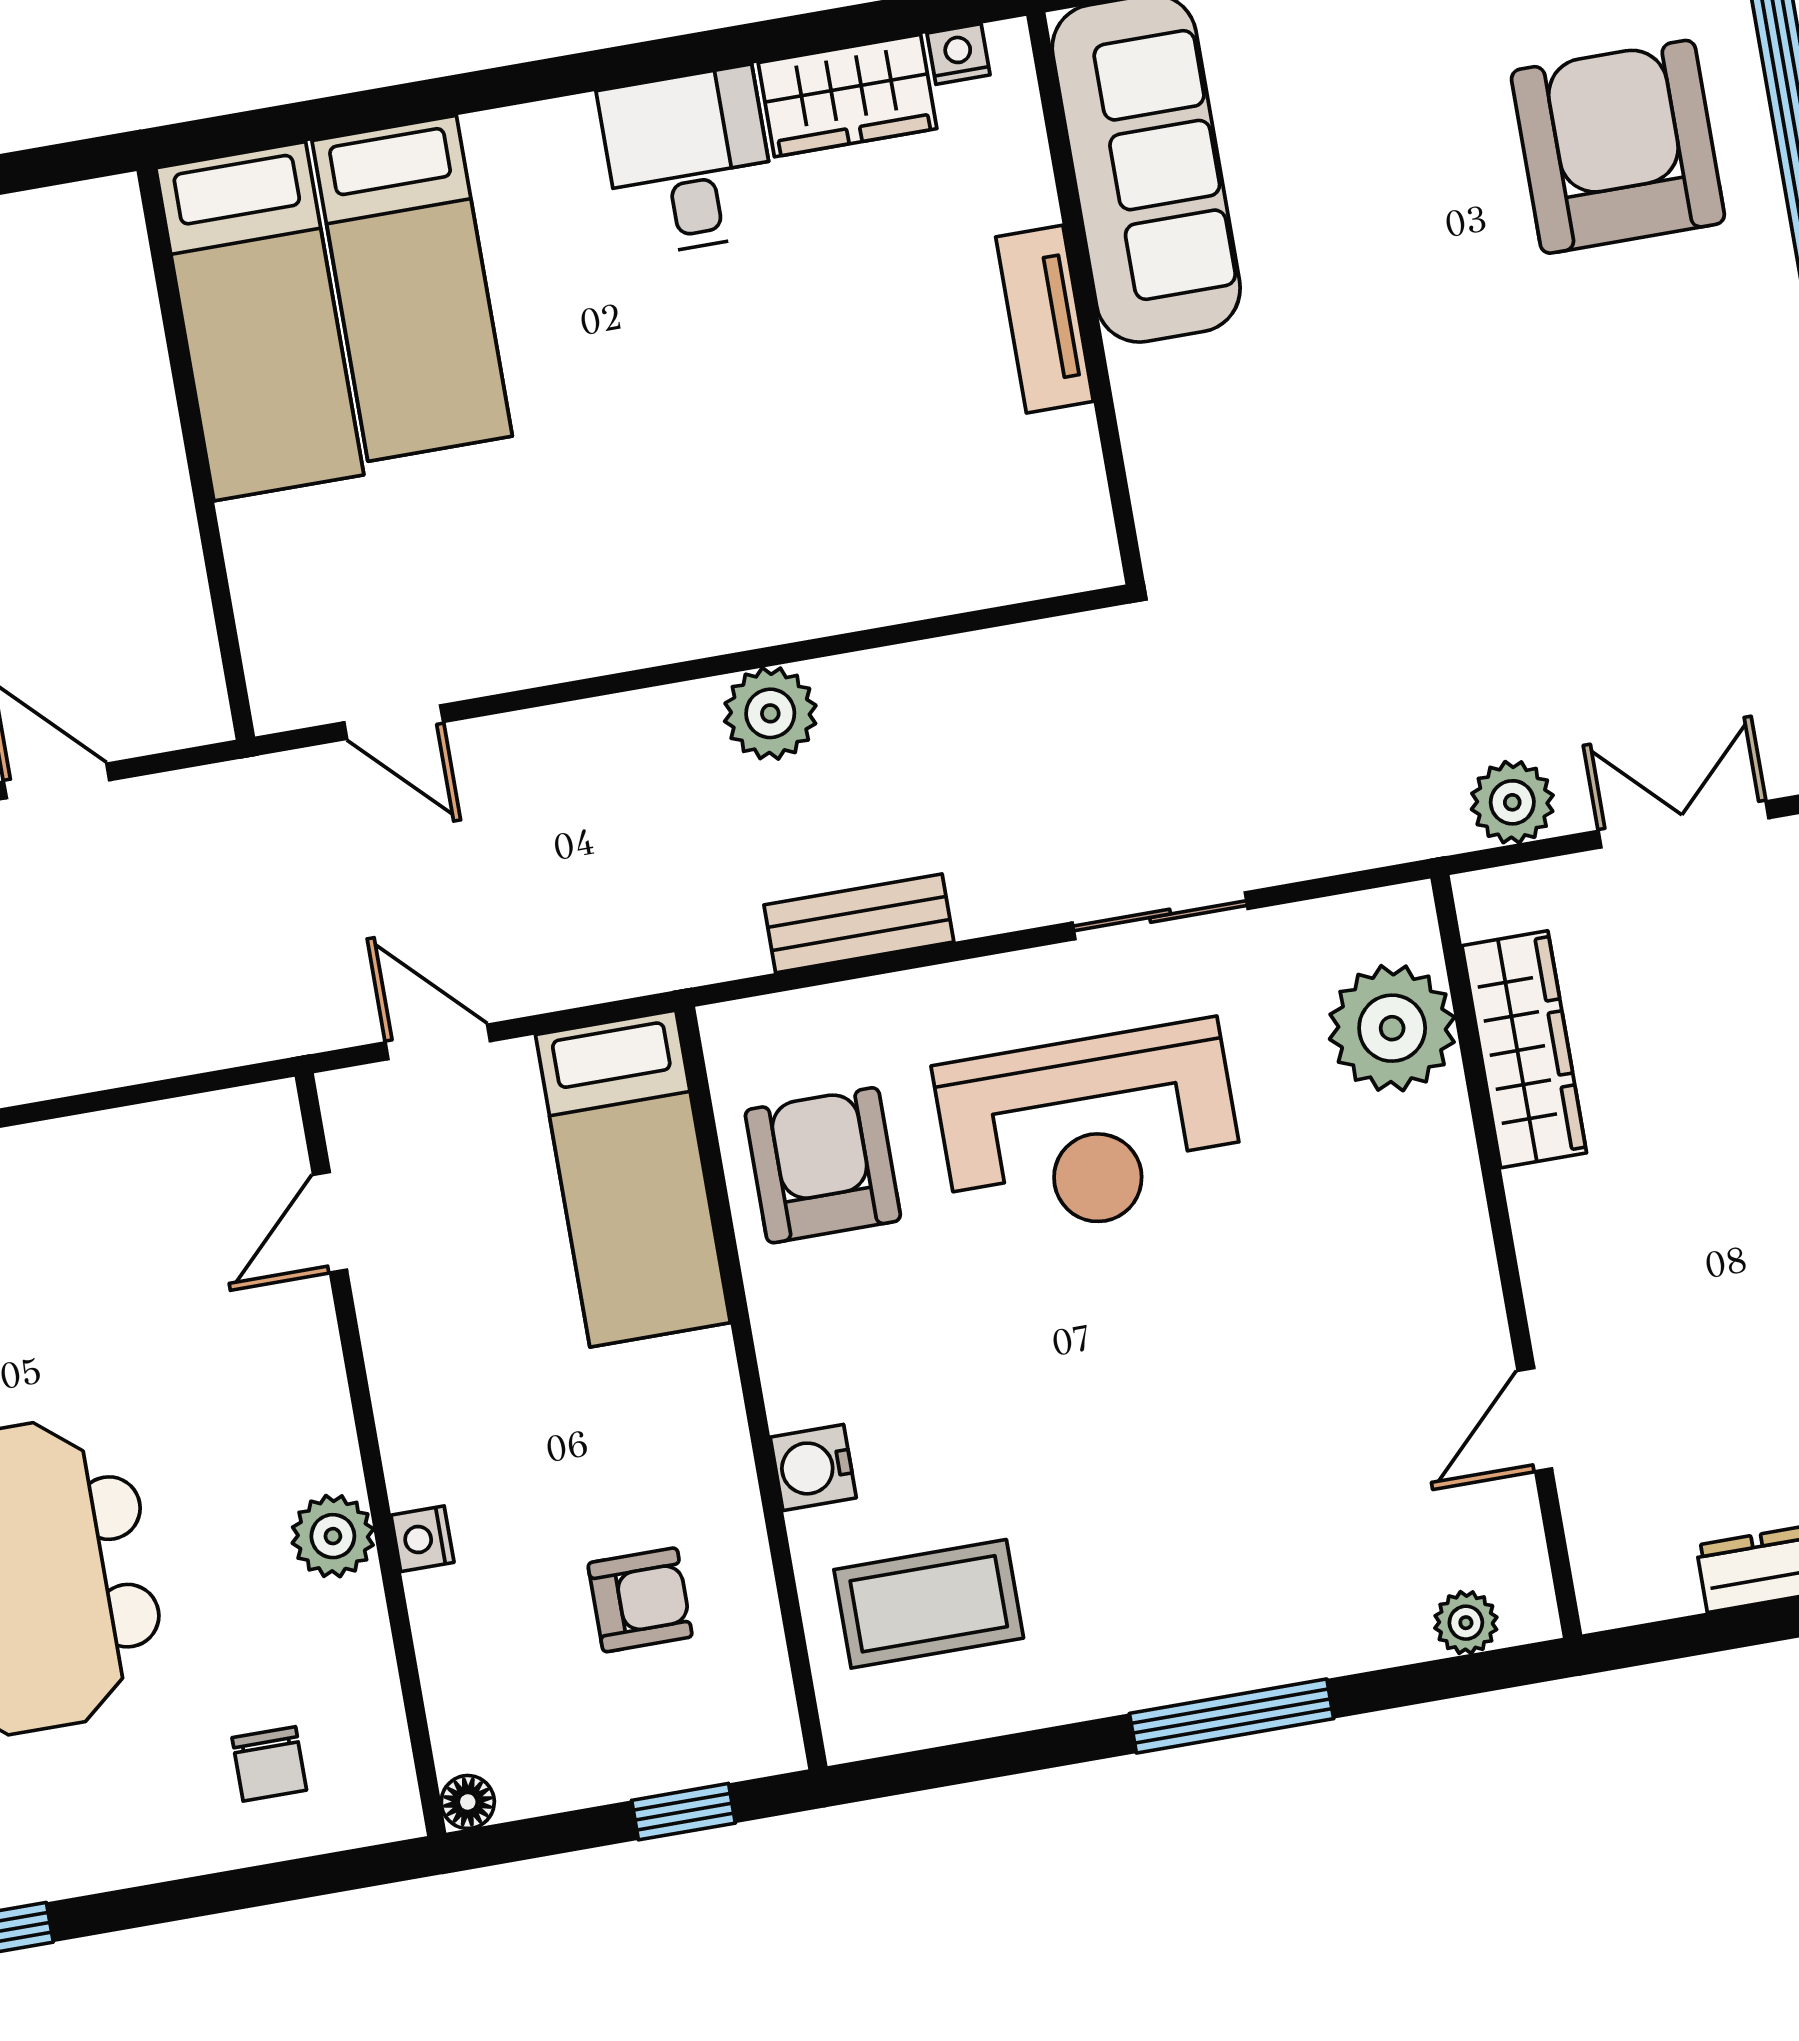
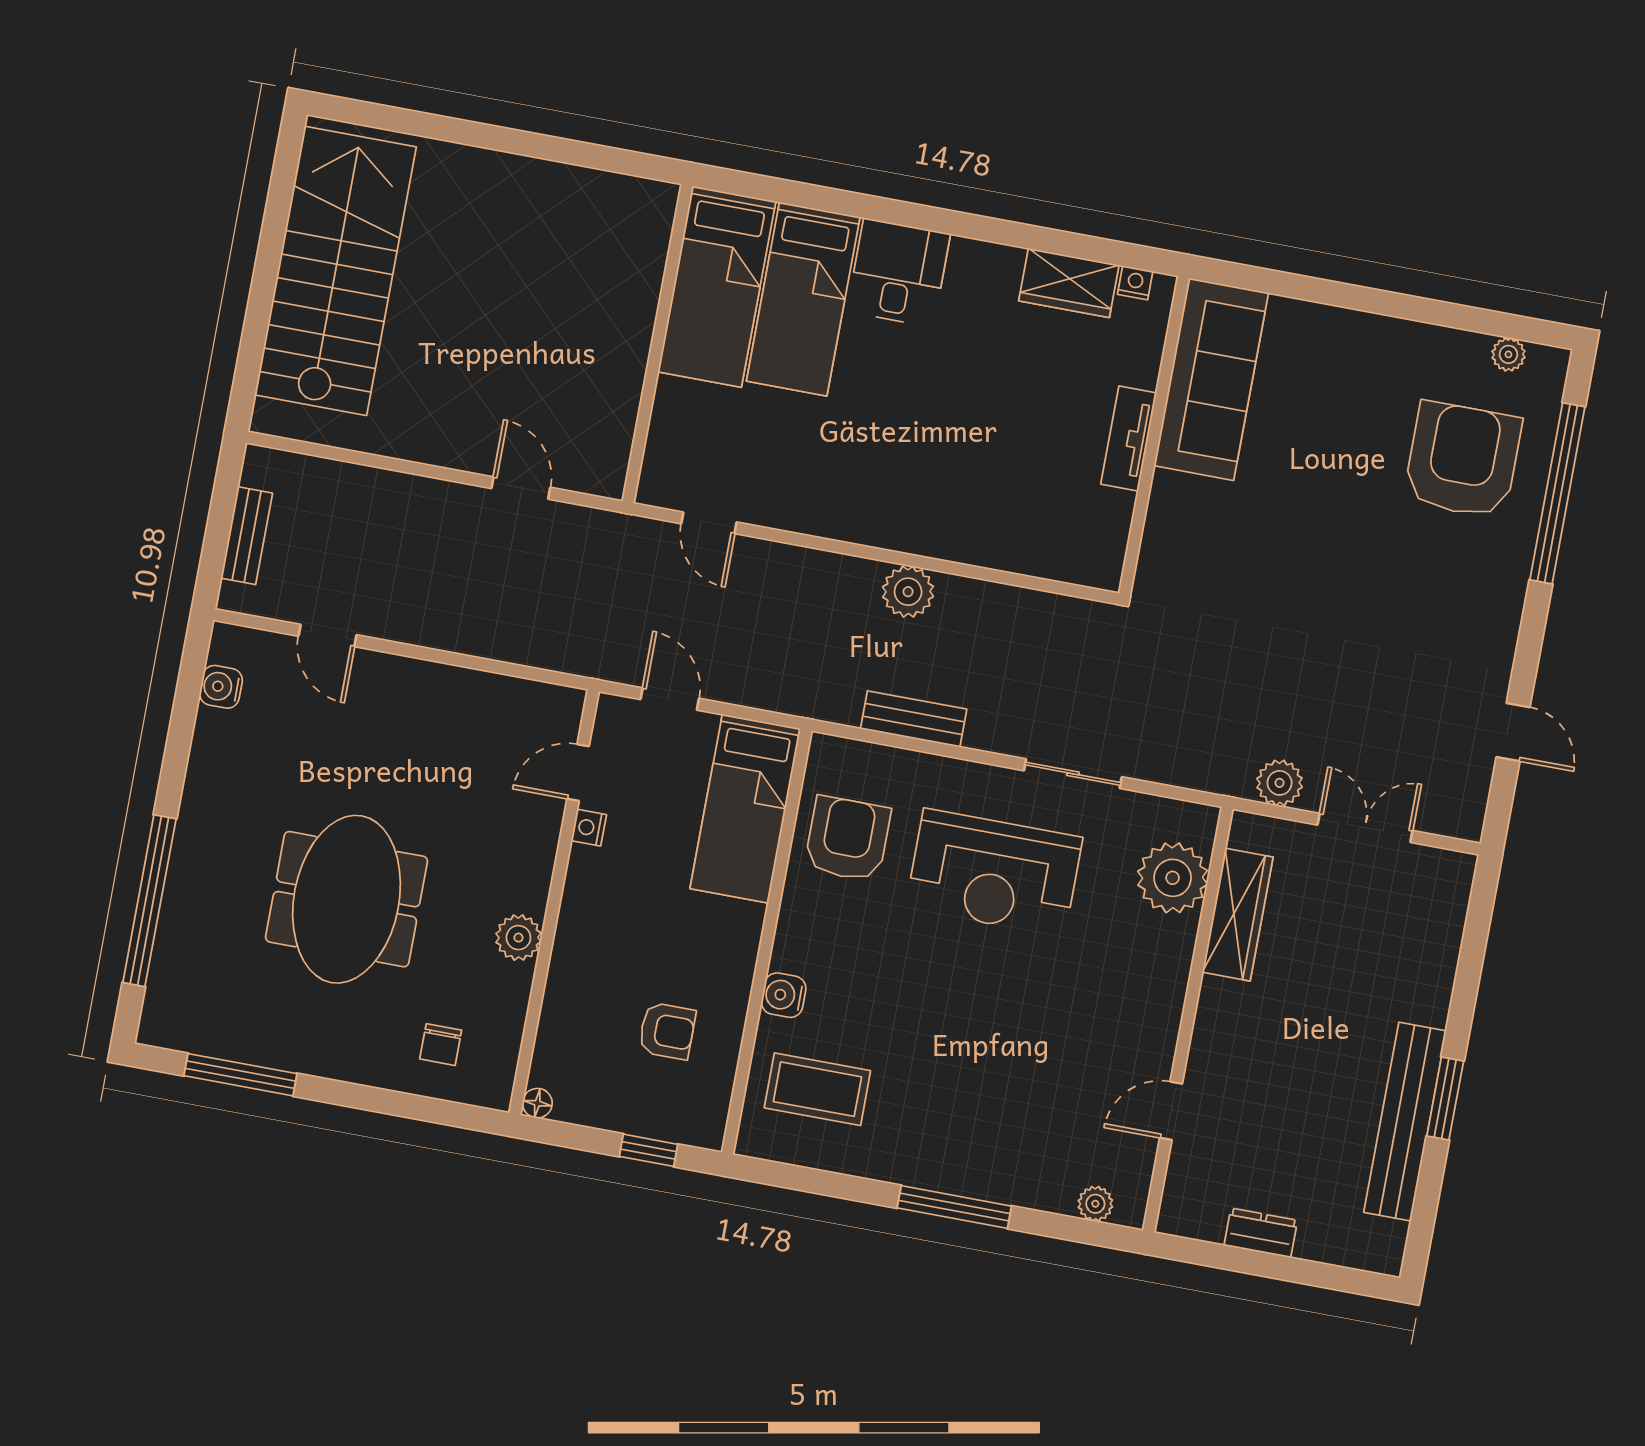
desk: (688, 161) -> (898, 273), moved
nightstand: (422, 1539) -> (589, 828), moved

